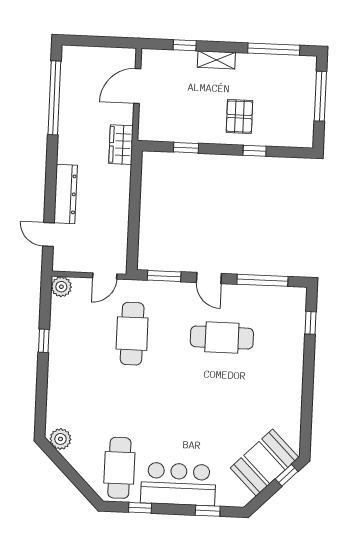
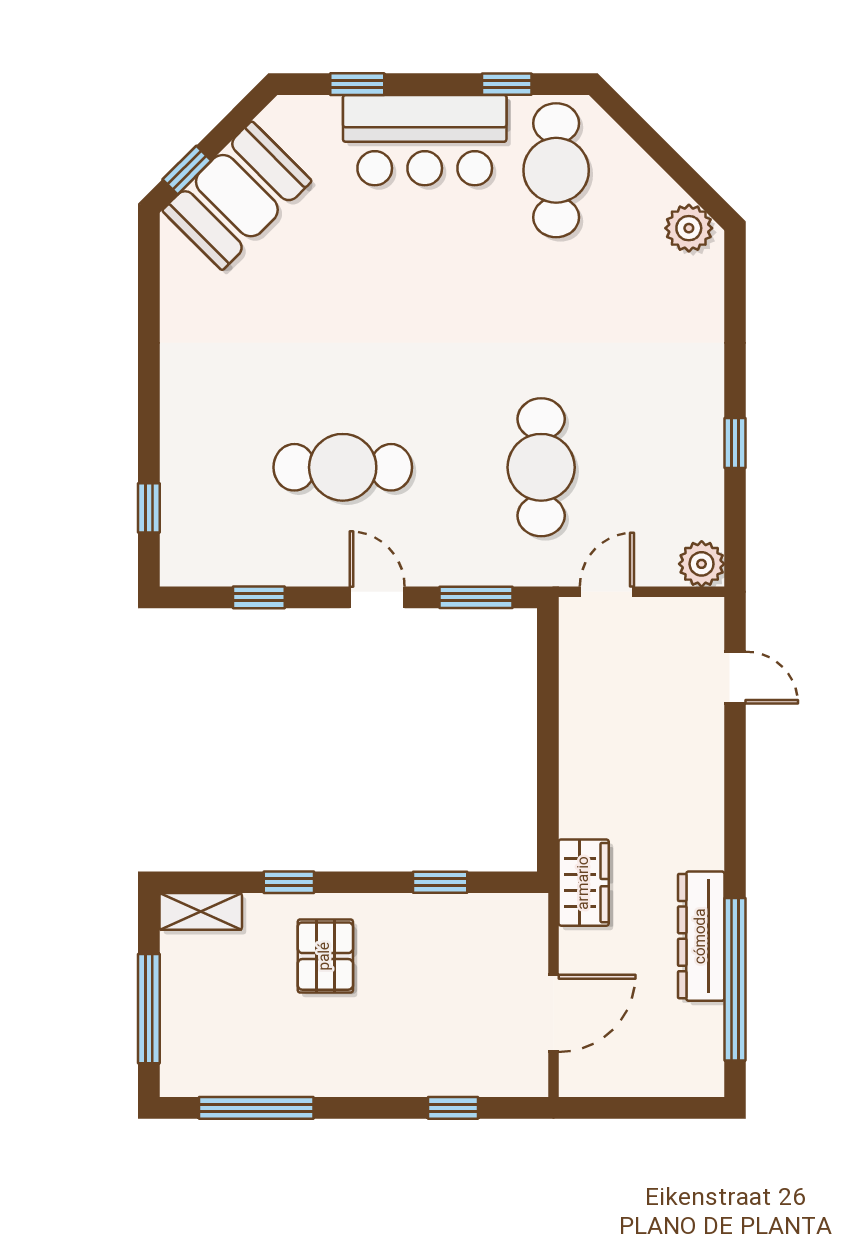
shelving: (216, 60) -> (201, 911), moved
dresser: (66, 194) -> (701, 936), moved
window: (262, 280) -> (259, 597), width x0.46

